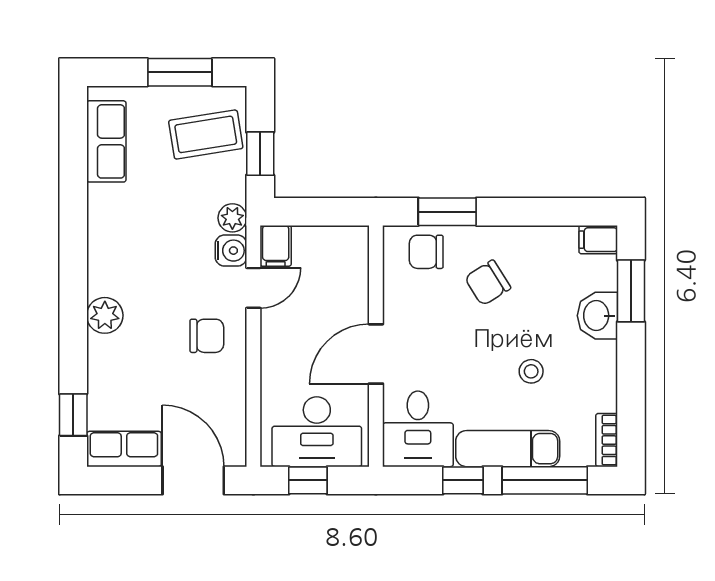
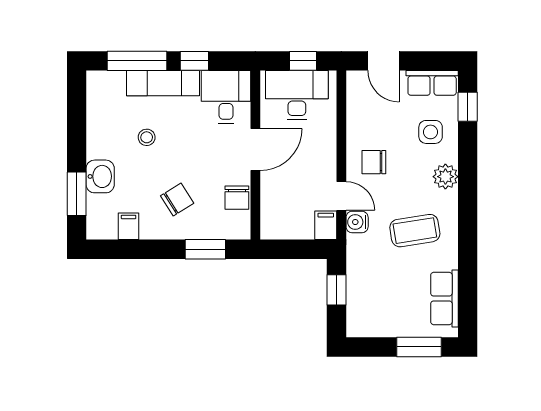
window: (180, 72) -> (419, 347), moved
coffee table: (206, 134) -> (415, 231), moved
plant: (232, 218) -> (356, 245), removed
filing cabinet: (598, 240) -> (129, 226), moved, turned -90
chair: (426, 252) -> (237, 198), moved, turned 90
door: (253, 288) -> (341, 196), swing flipped
side table: (126, 379) -> (431, 132), added
bookcase: (607, 440) -> (94, 89), removed
door: (193, 480) -> (383, 61), width x0.73

